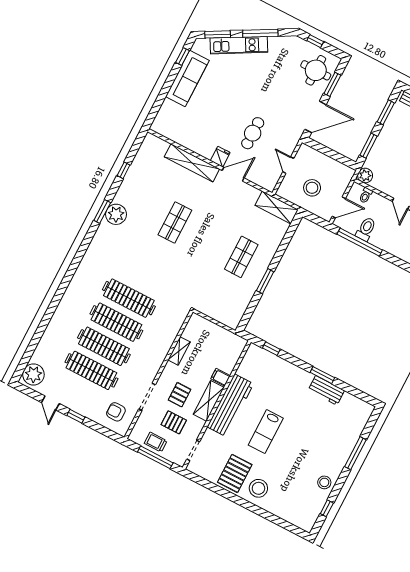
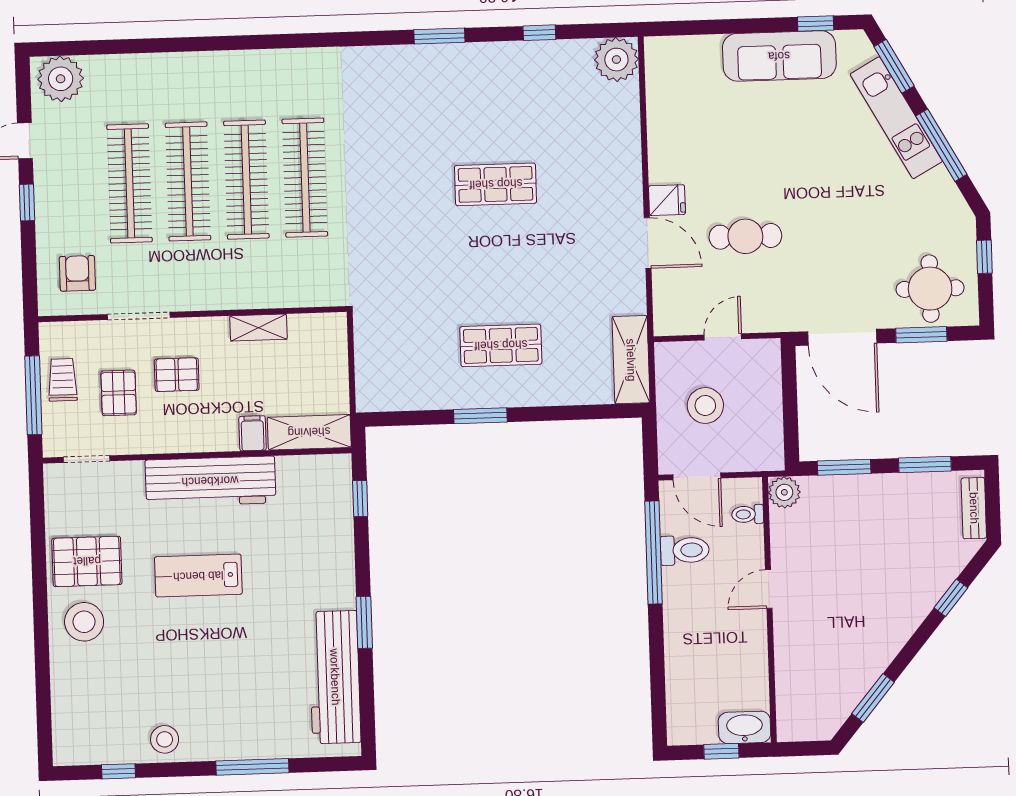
shelving: (192, 163) -> (626, 153), removed
plant: (116, 214) -> (616, 60), moved
workbench: (326, 390) -> (335, 677), width x1.88, depth x1.32
shelving: (209, 401) -> (309, 432), moved

